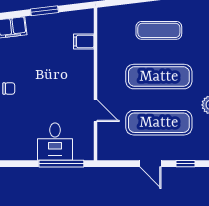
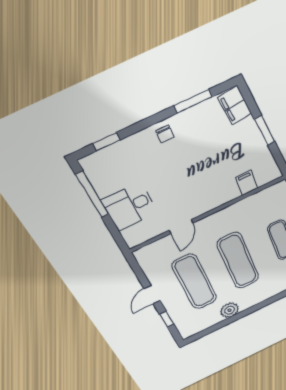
window: (61, 164) -> (92, 195), moved

